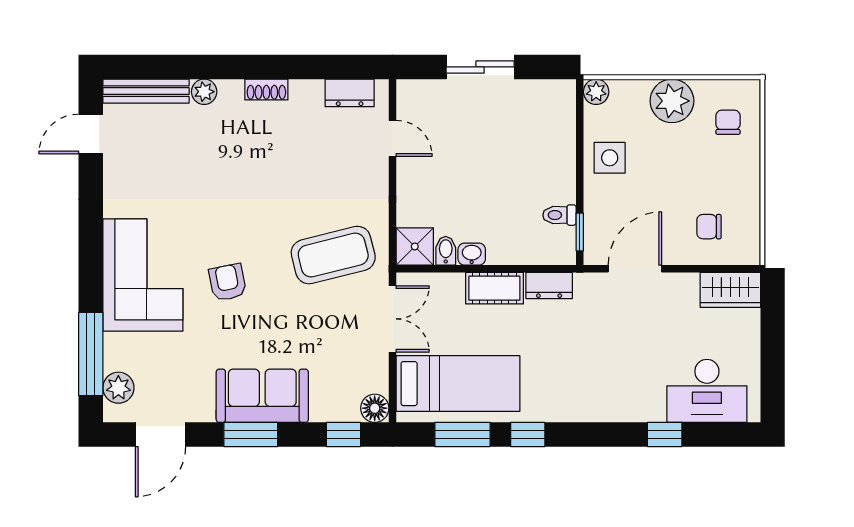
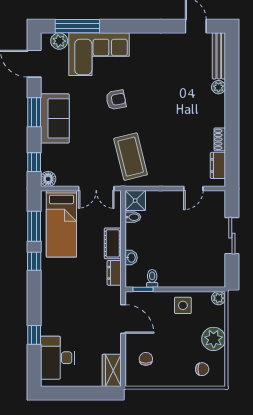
shoe rack: (266, 89) -> (220, 139), moved
washbasin: (472, 254) -> (131, 258), moved
corner sofa: (143, 275) -> (99, 54), moved

